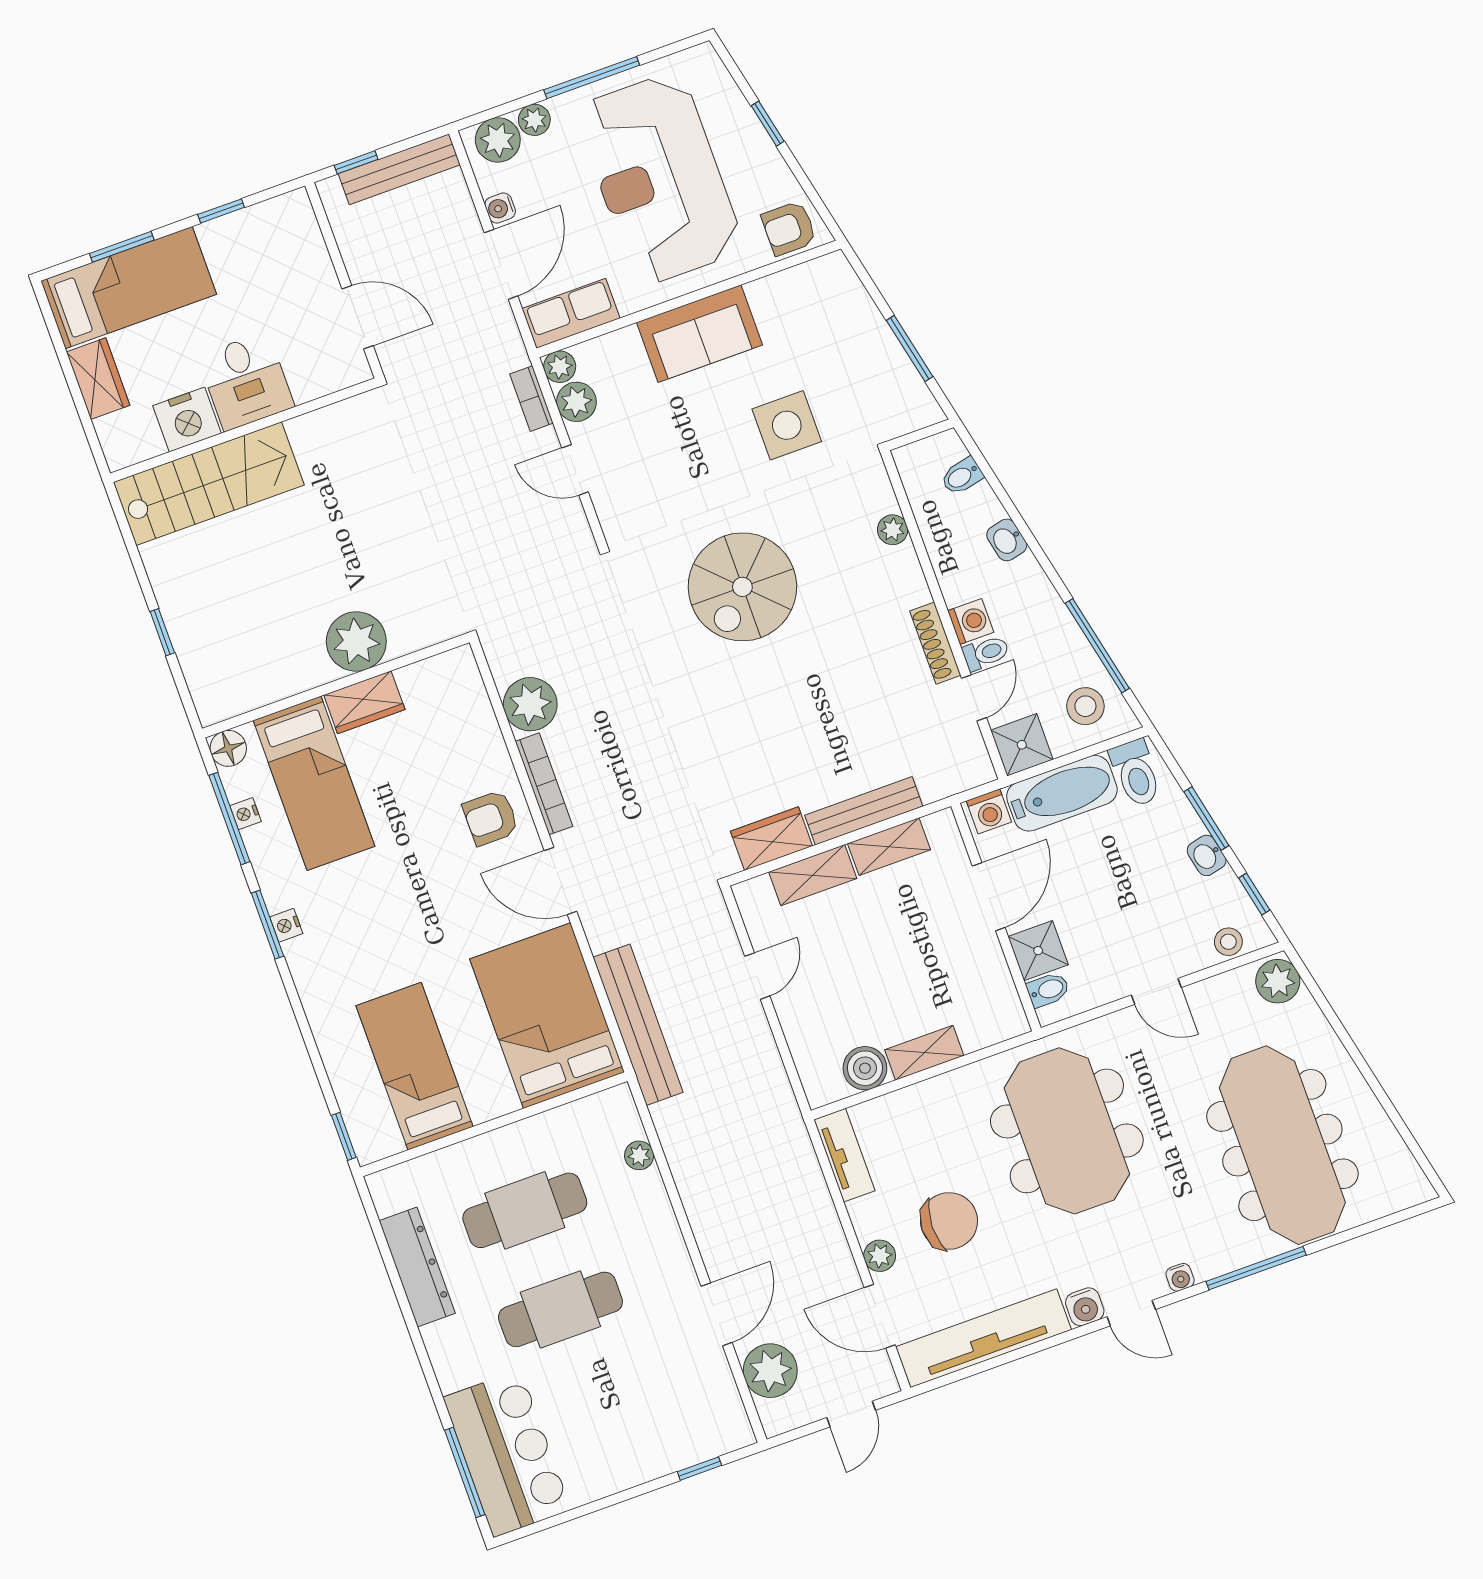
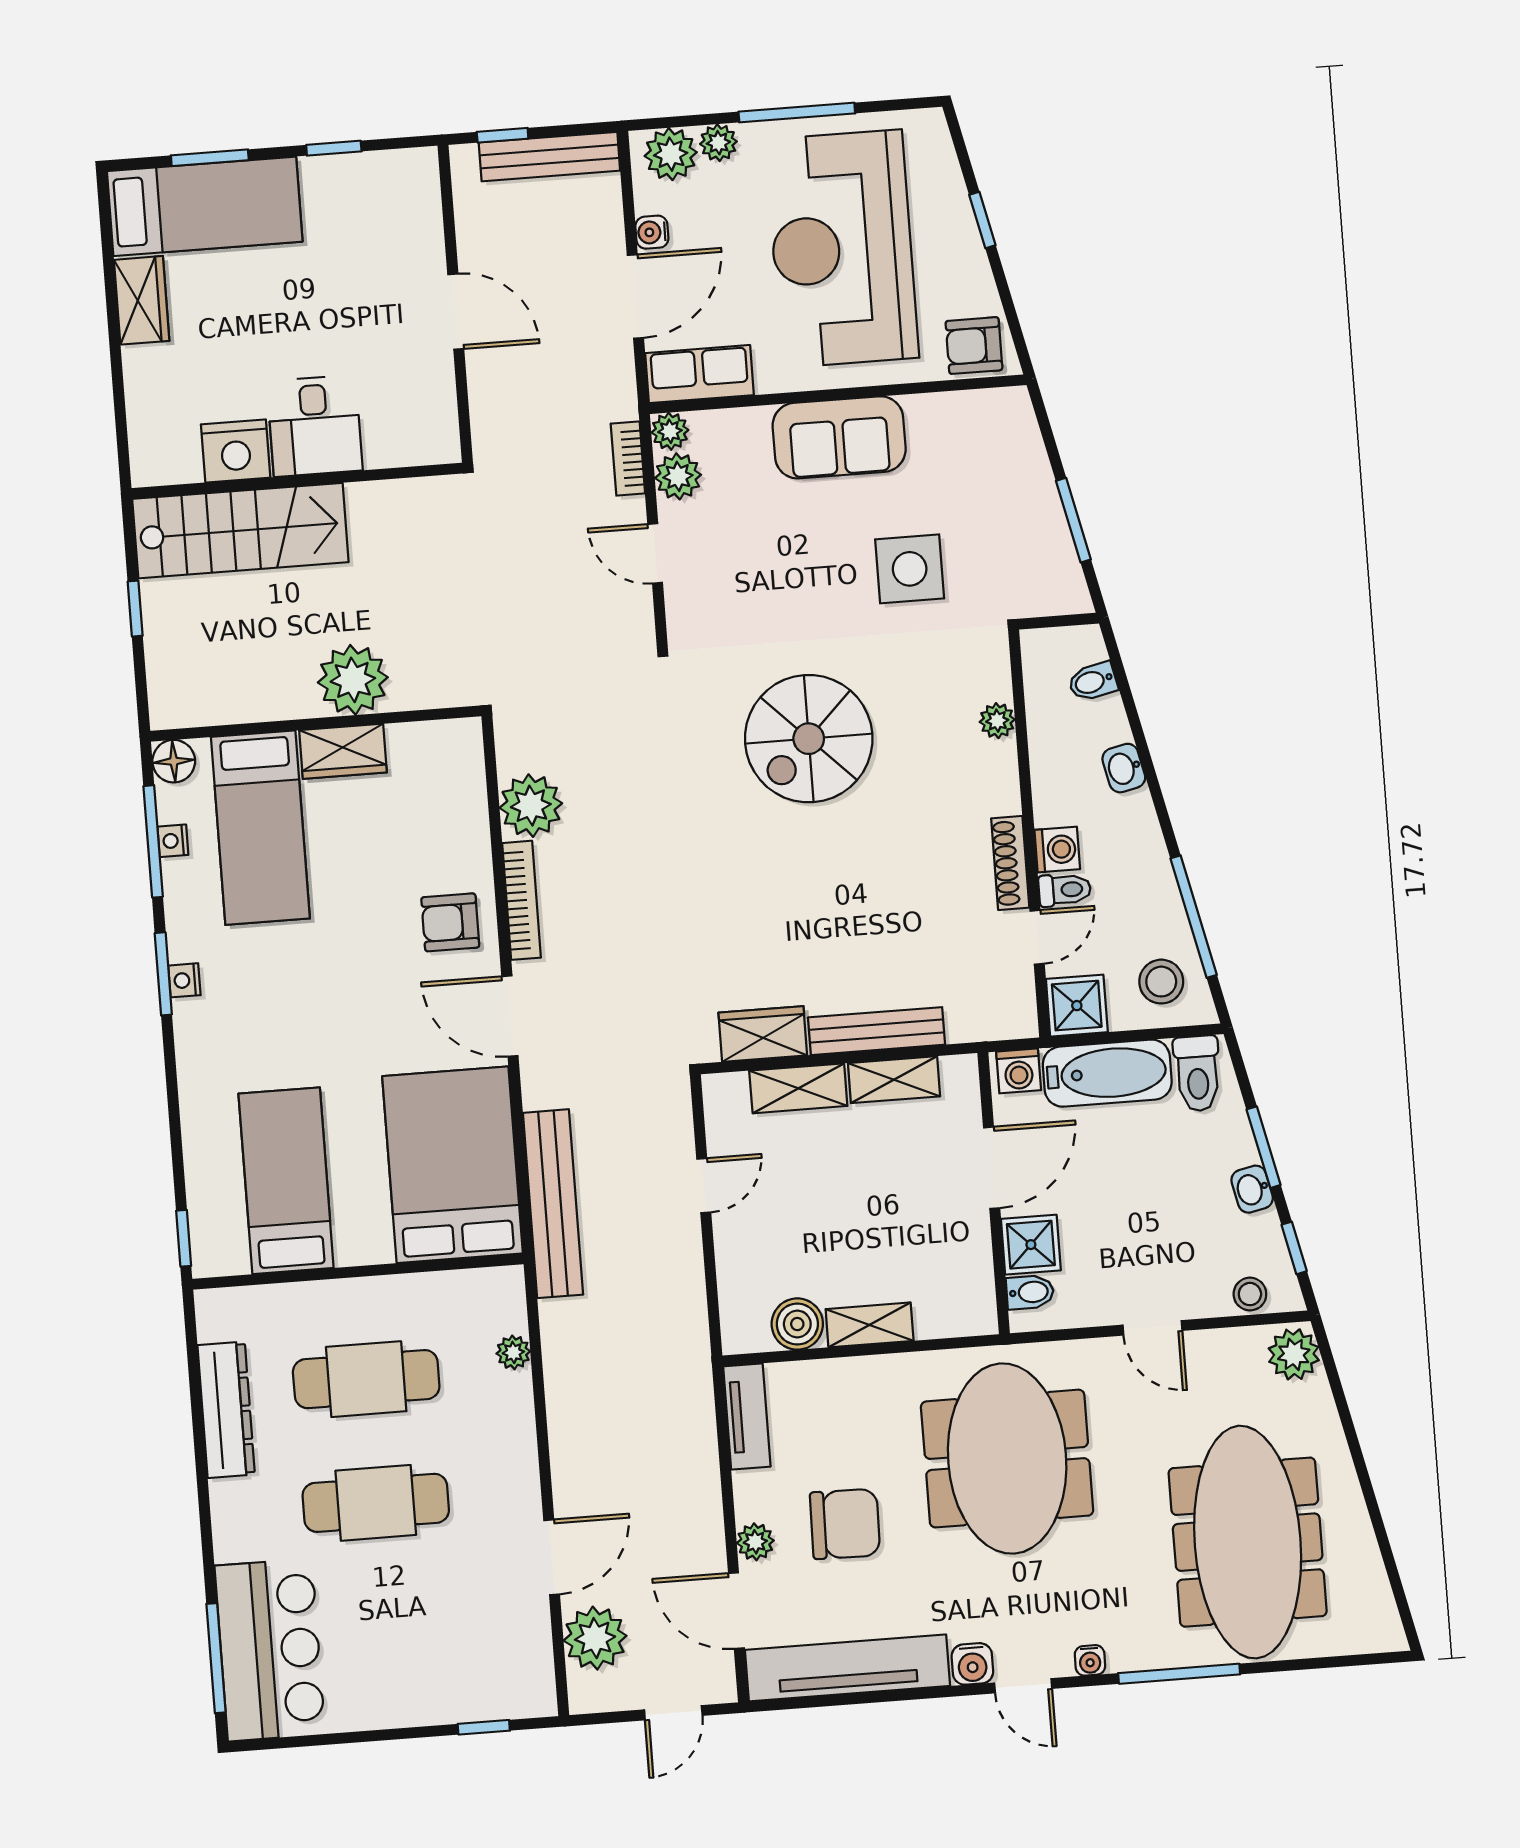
desk: (246, 381) -> (315, 426), moved
nightstand: (187, 420) -> (236, 451), moved
wall: (244, 430) -> (297, 481), moved
stairs: (209, 484) -> (240, 531), moved

